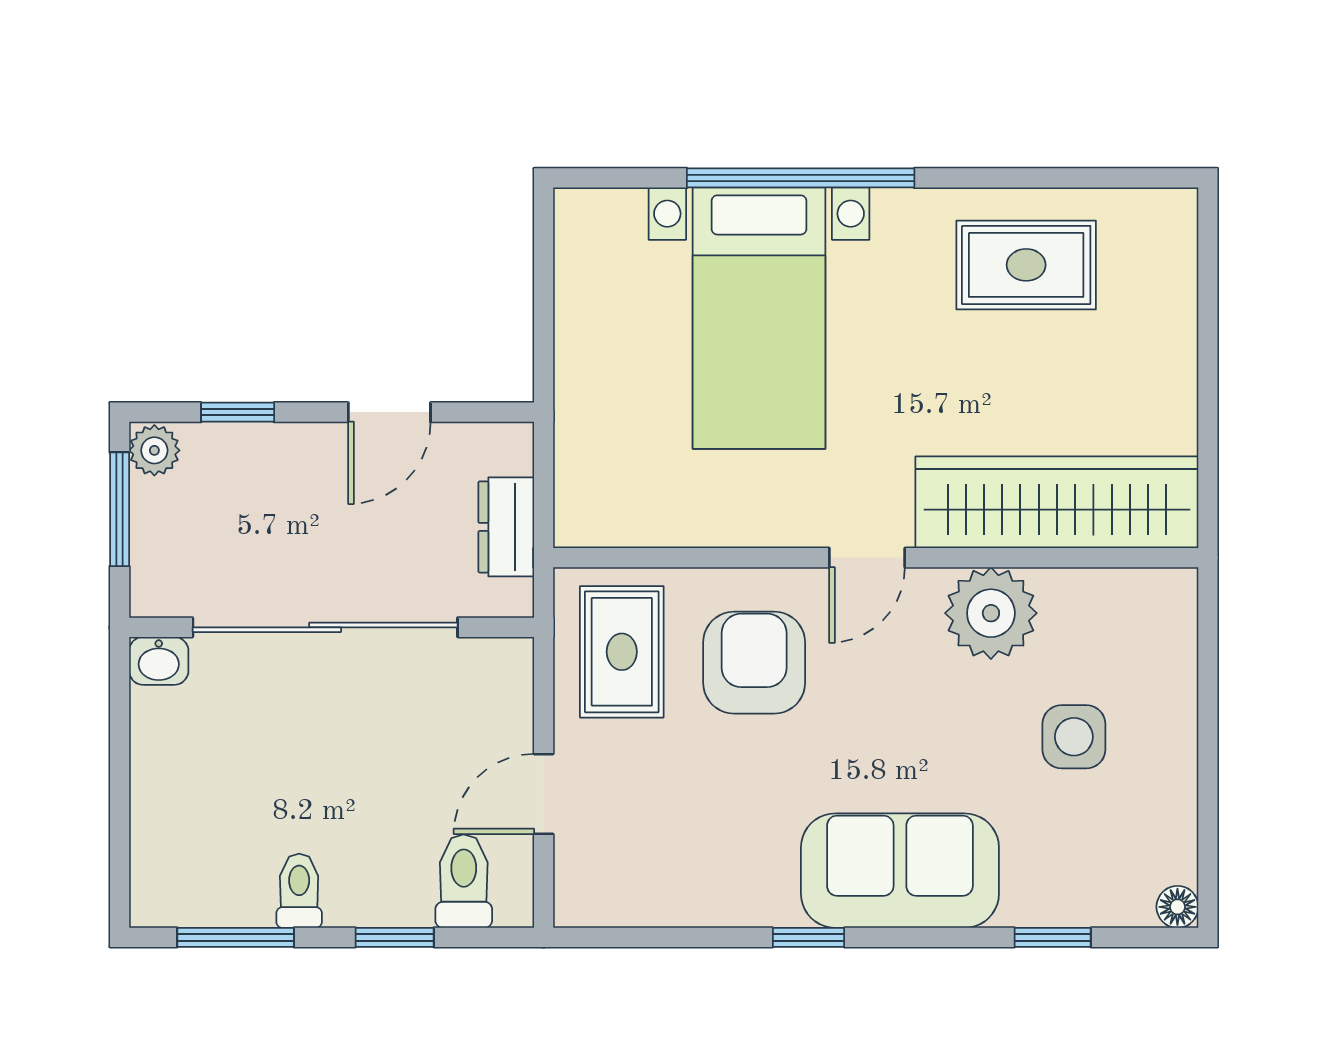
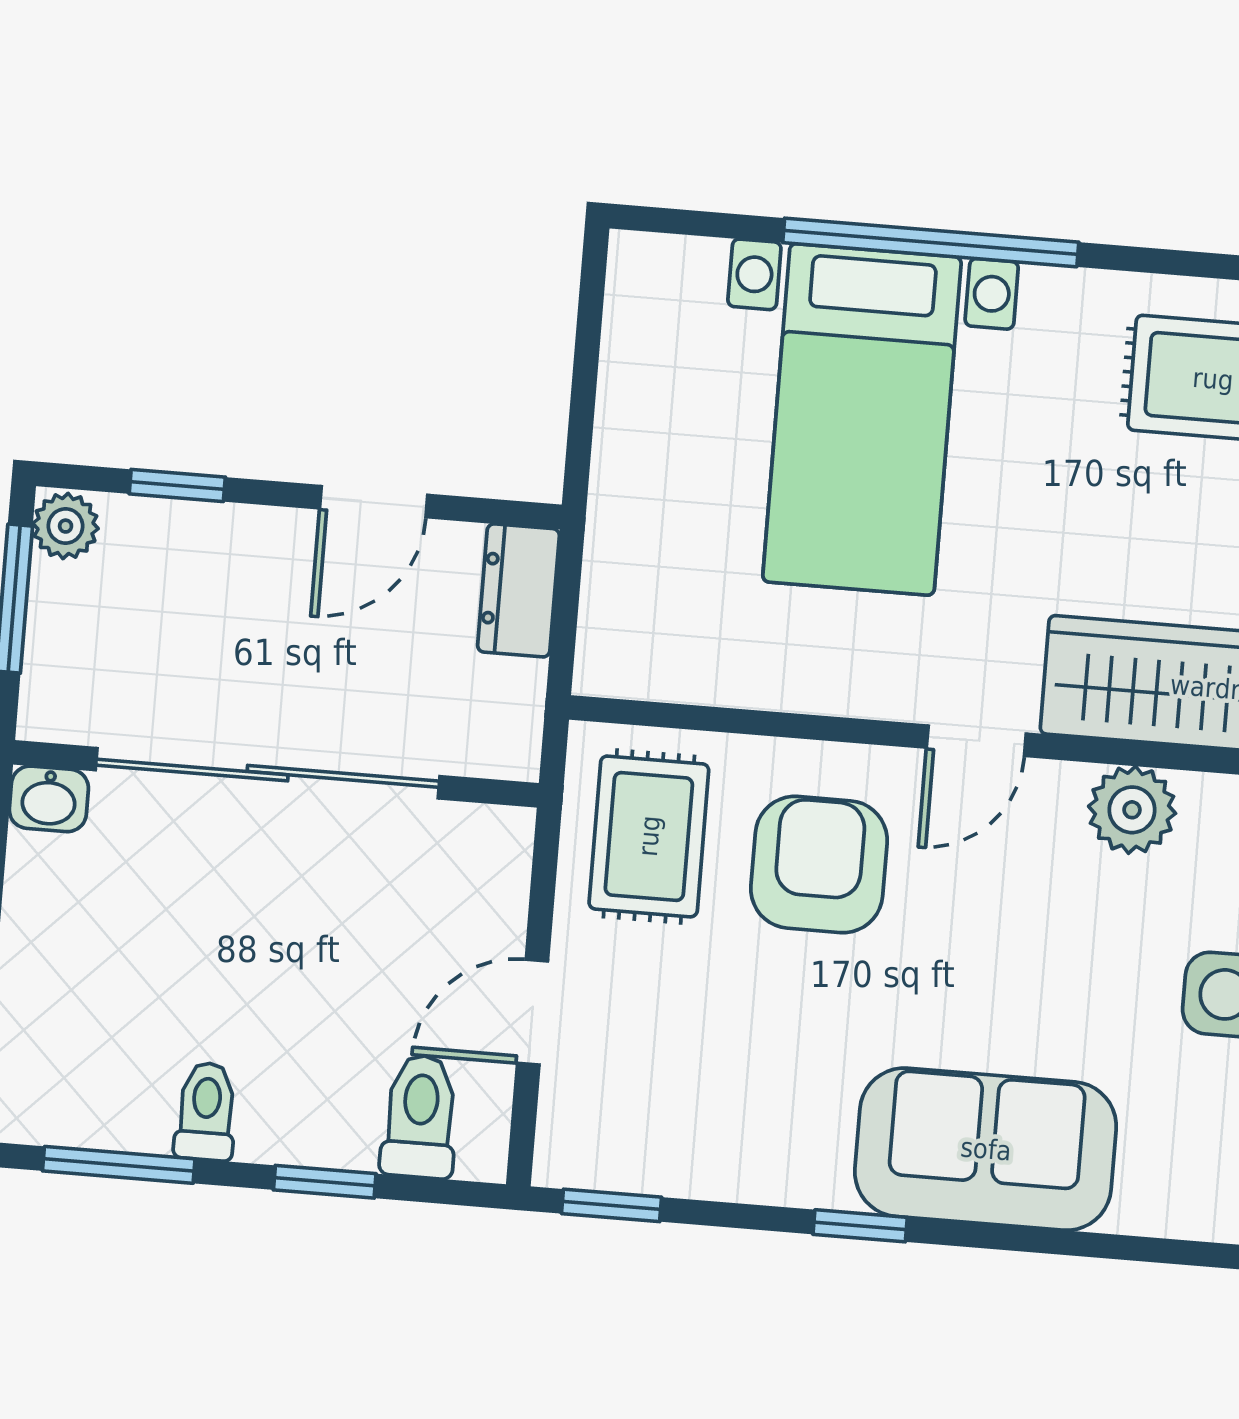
dresser: (506, 527) -> (518, 590), moved
plant: (991, 613) -> (1132, 810), width x0.73, depth x0.73
window: (1053, 937) -> (612, 1205), moved

